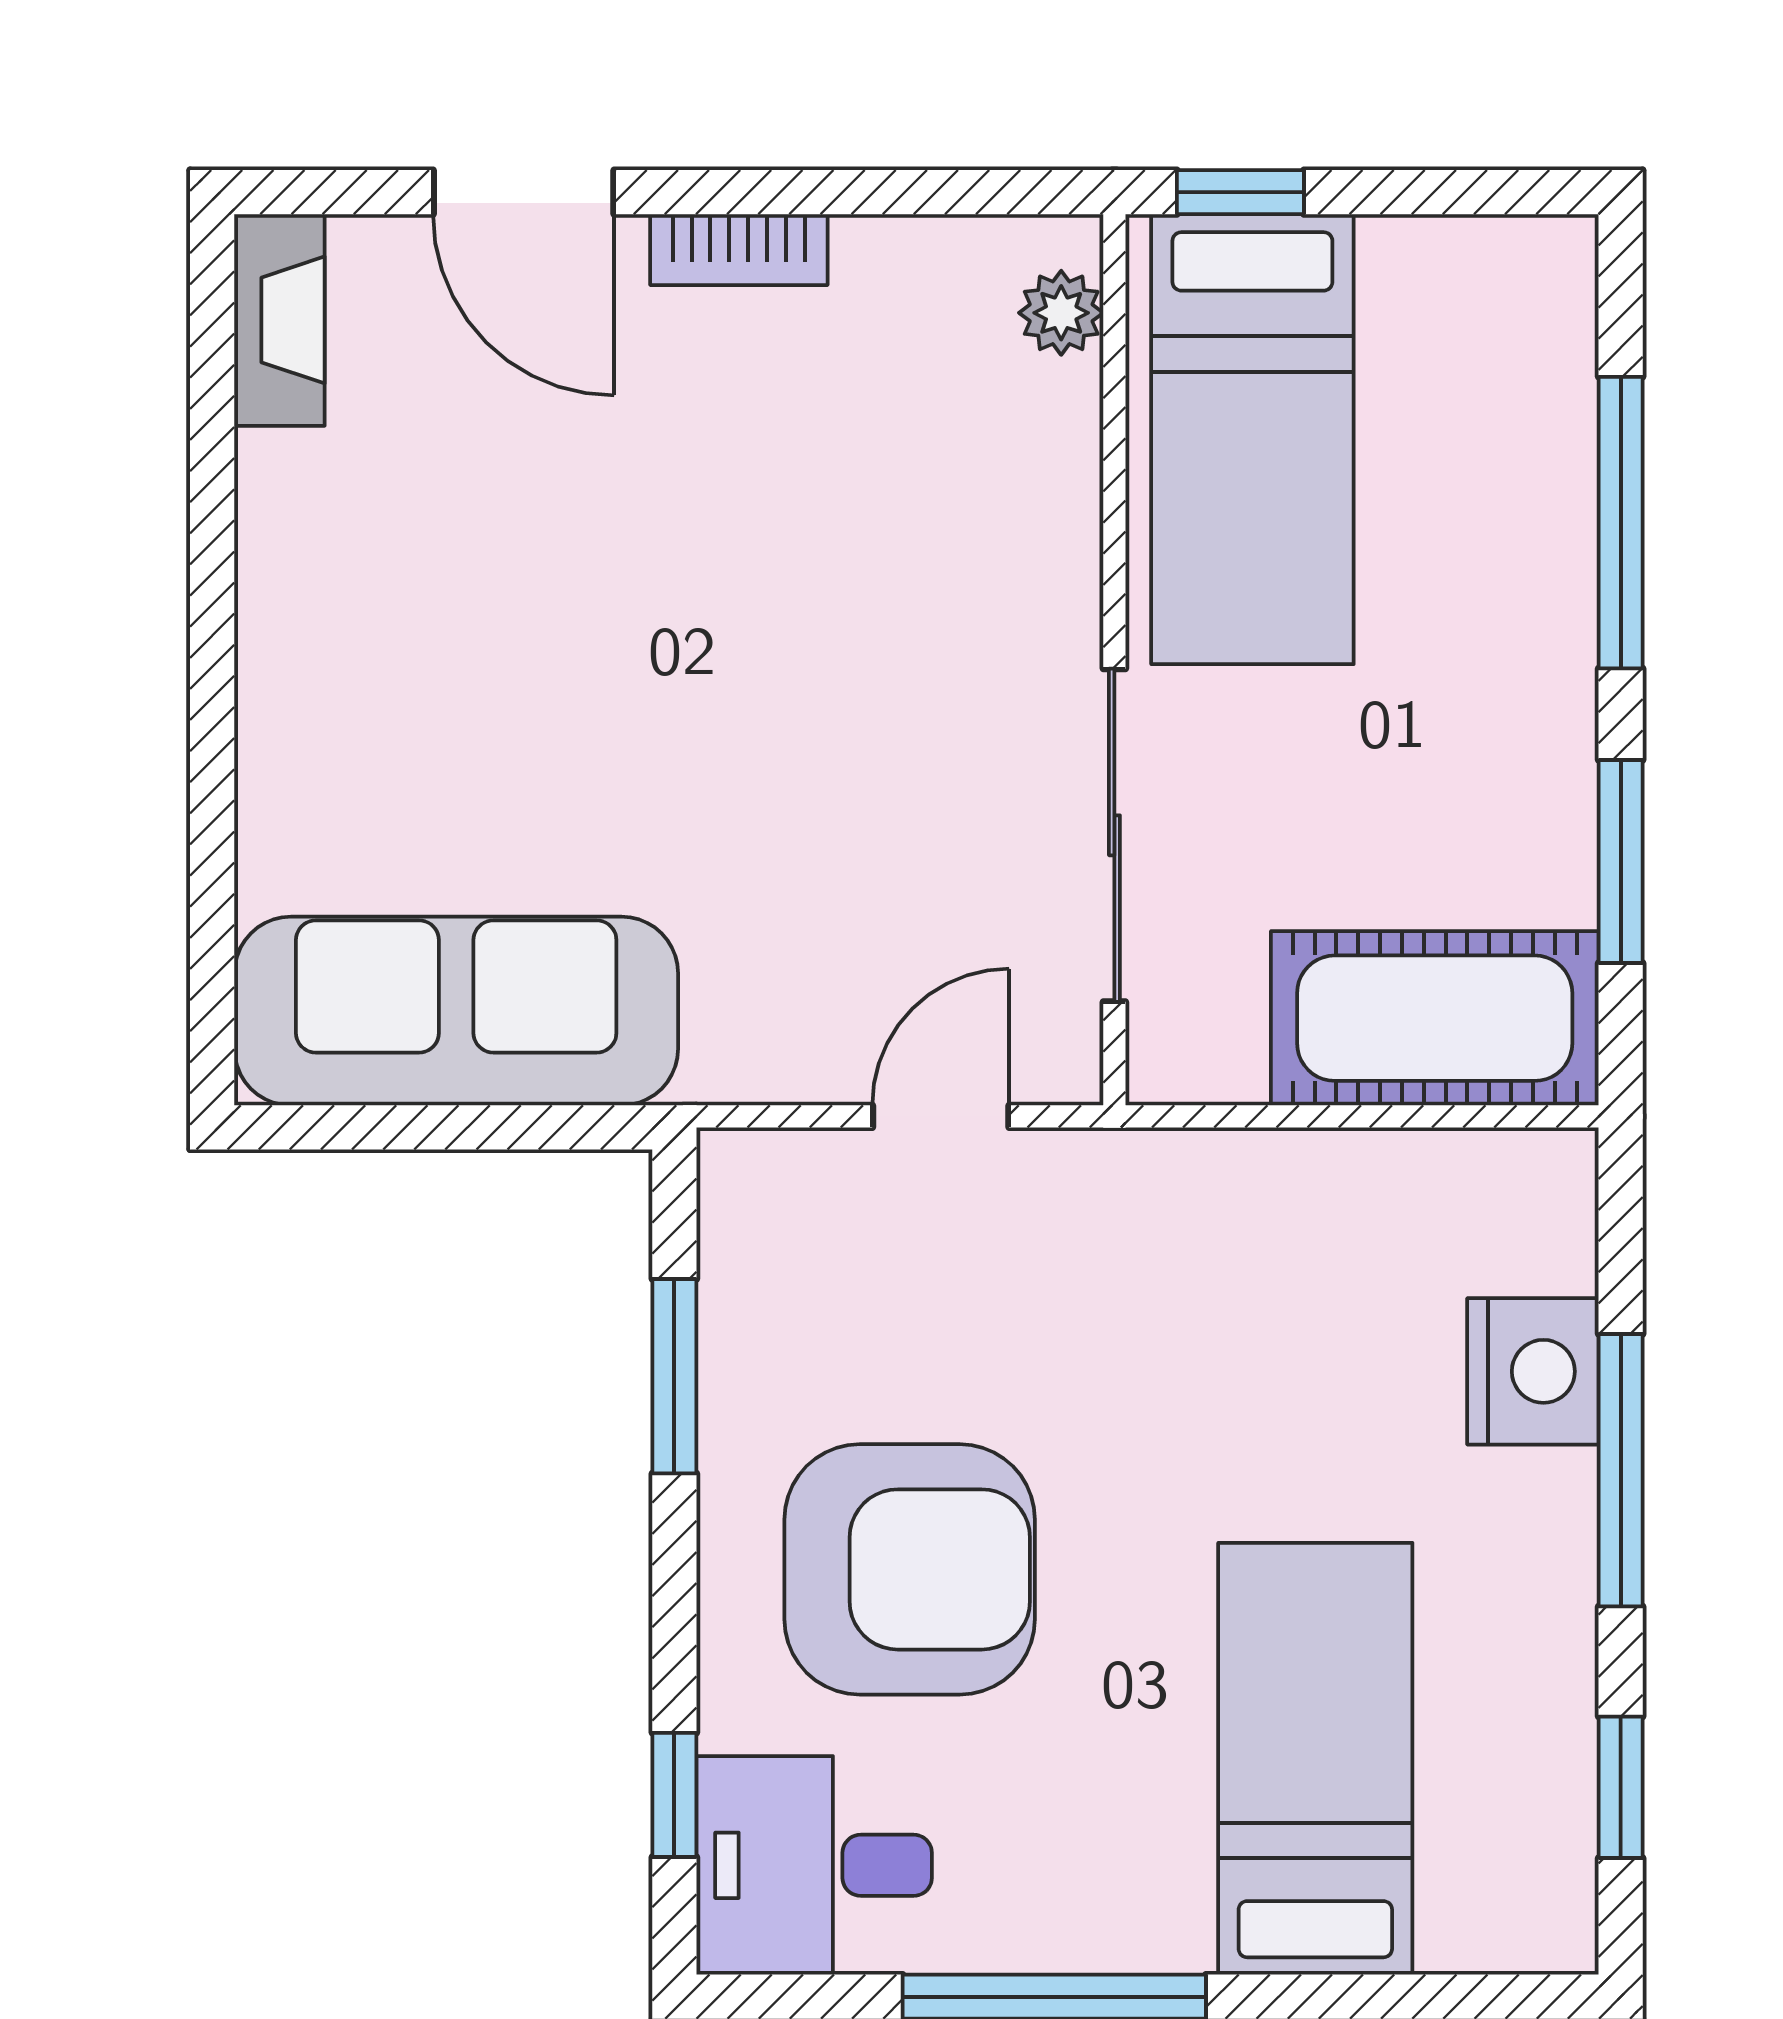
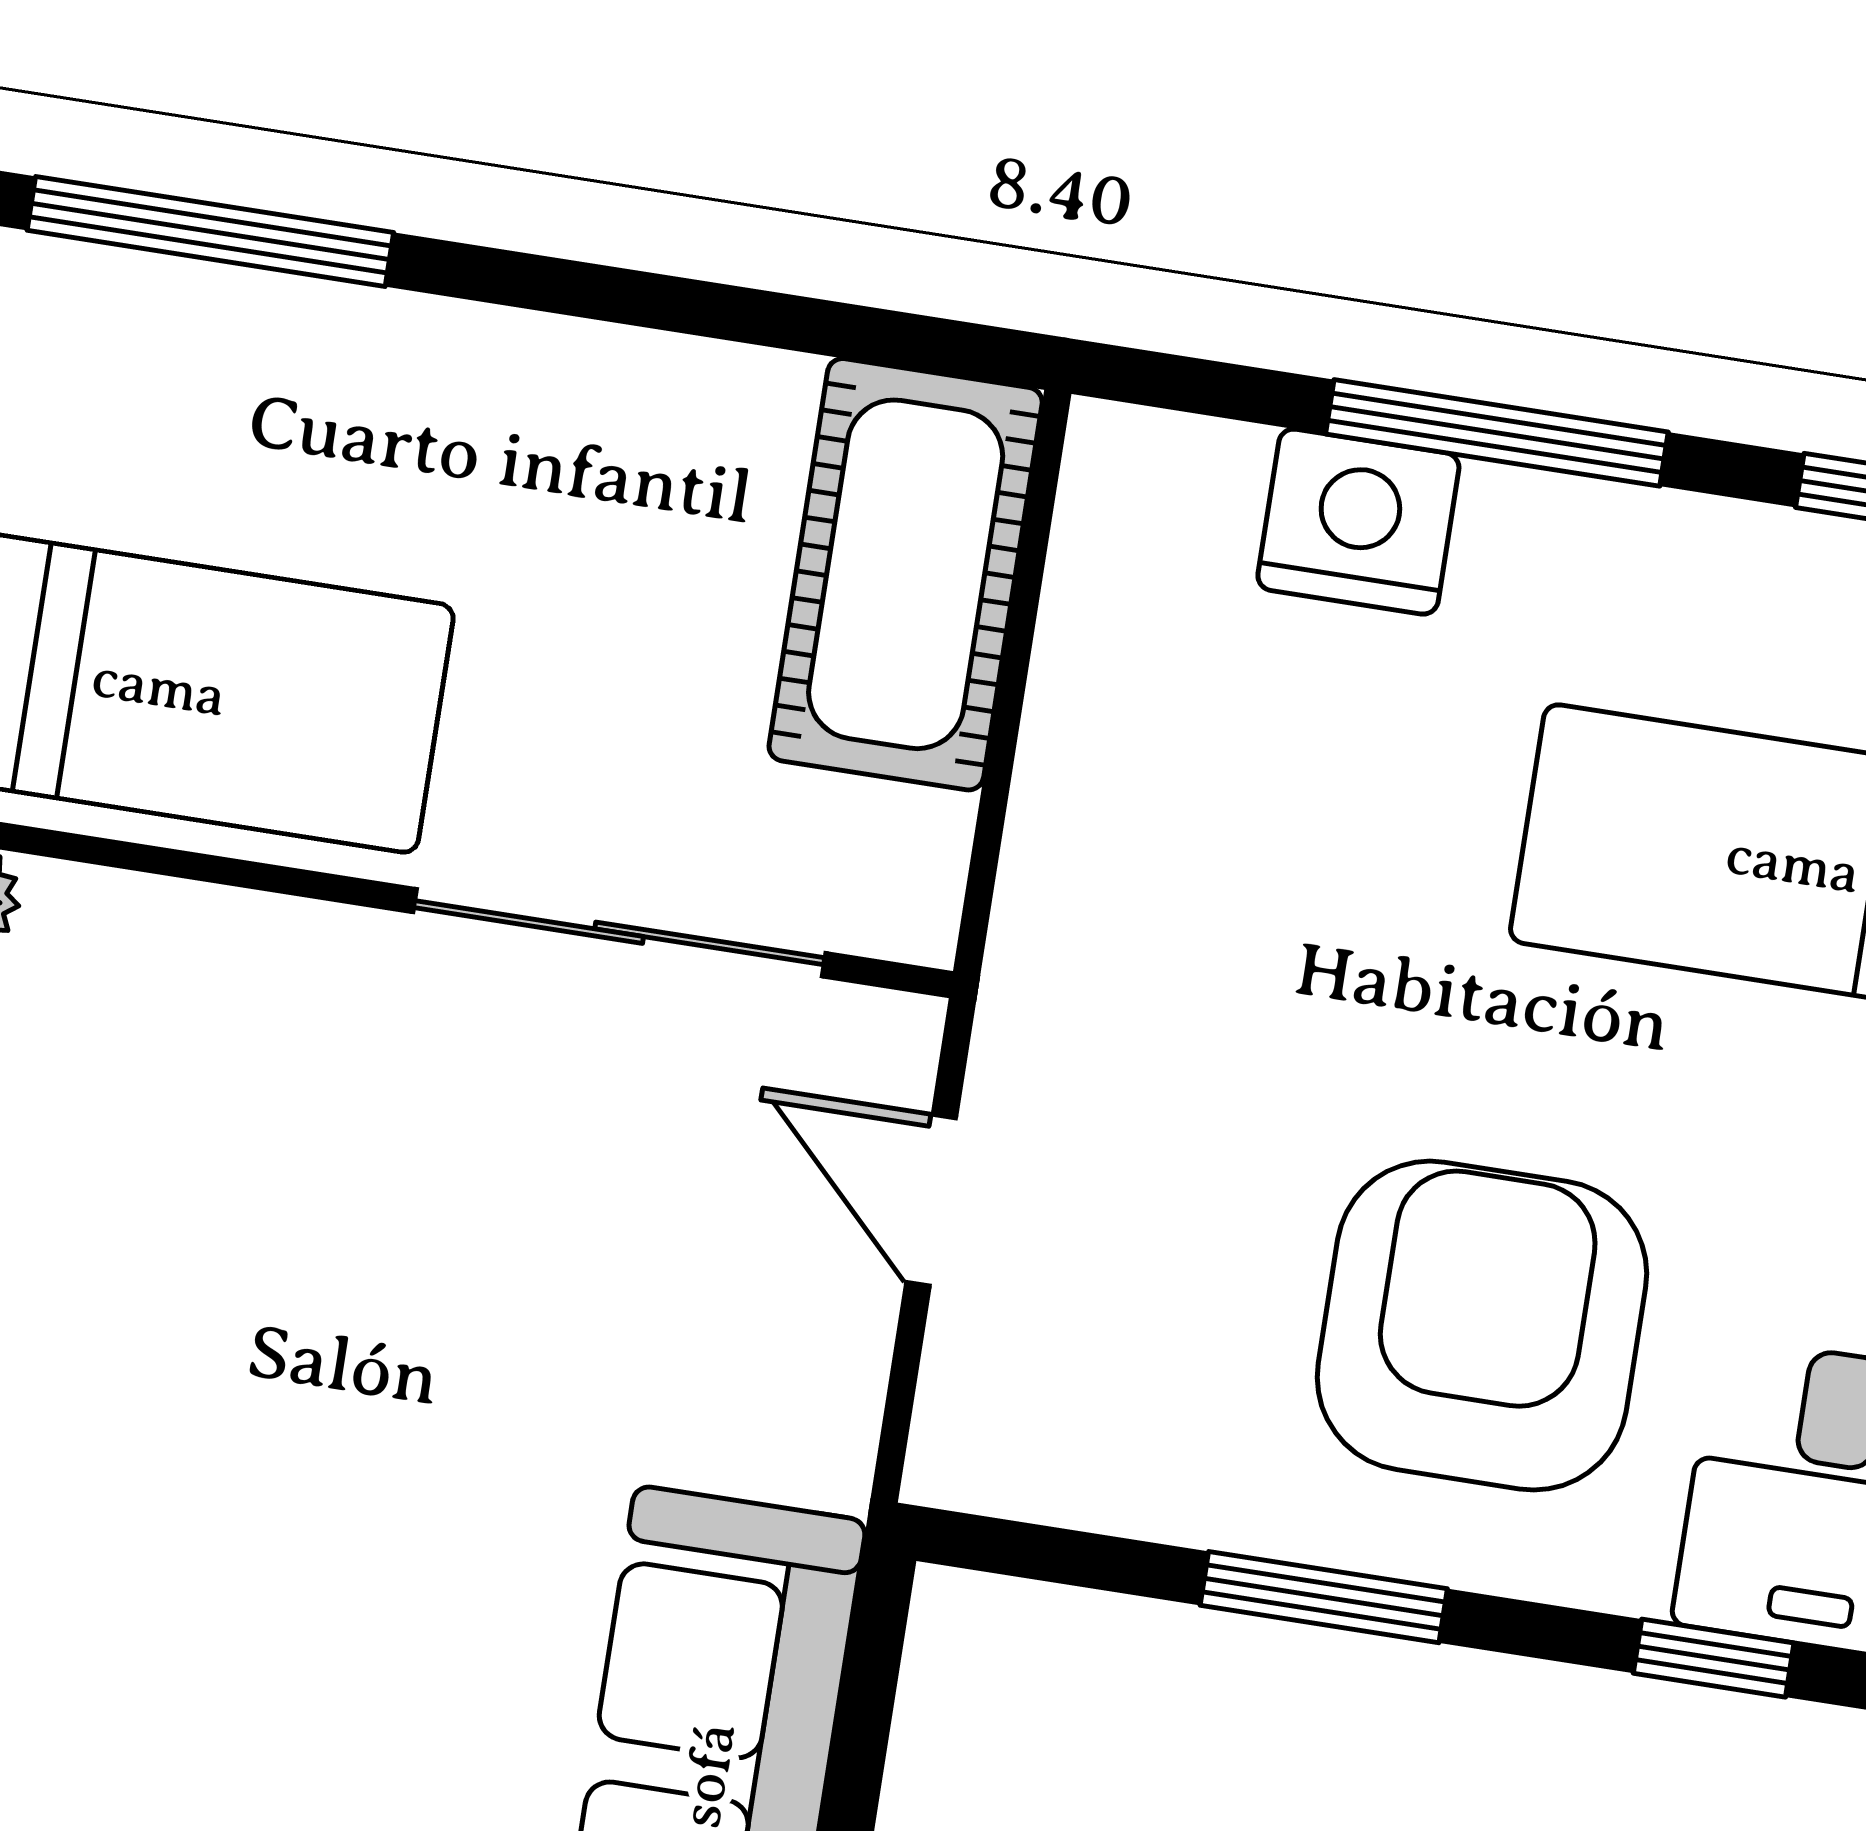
window: (1621, 523) -> (210, 231), moved
window: (1621, 862) -> (749, 316), removed
window: (674, 1376) -> (1324, 1597), moved

